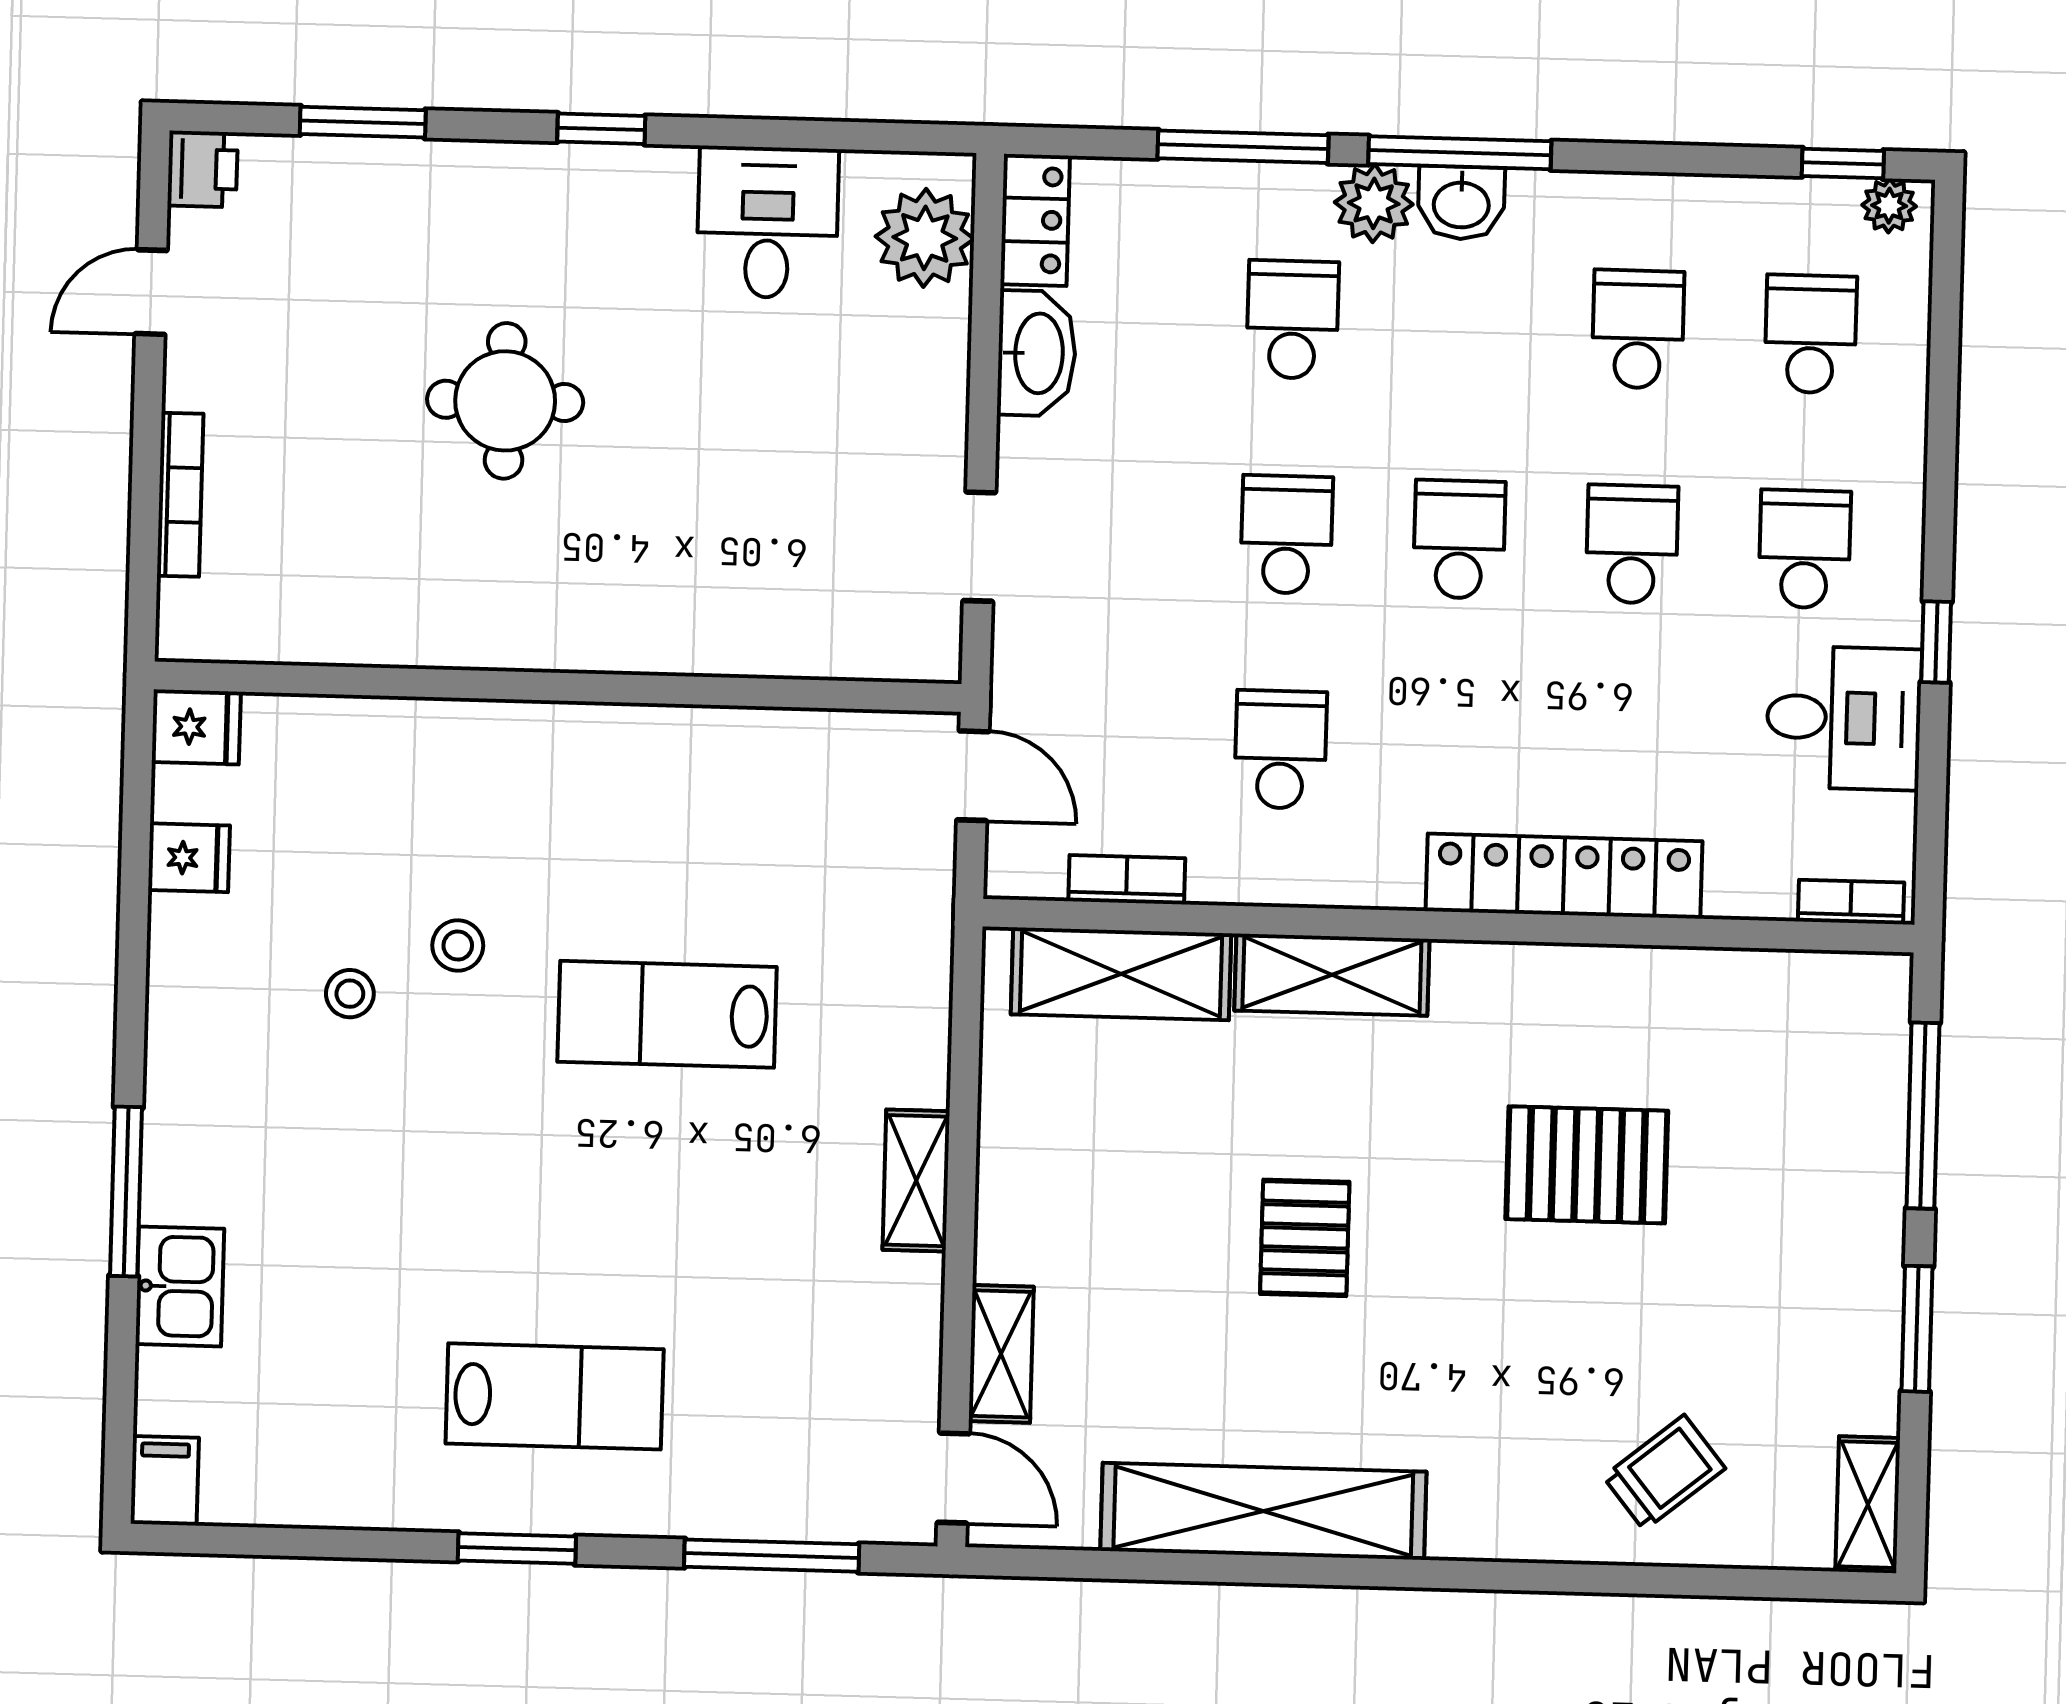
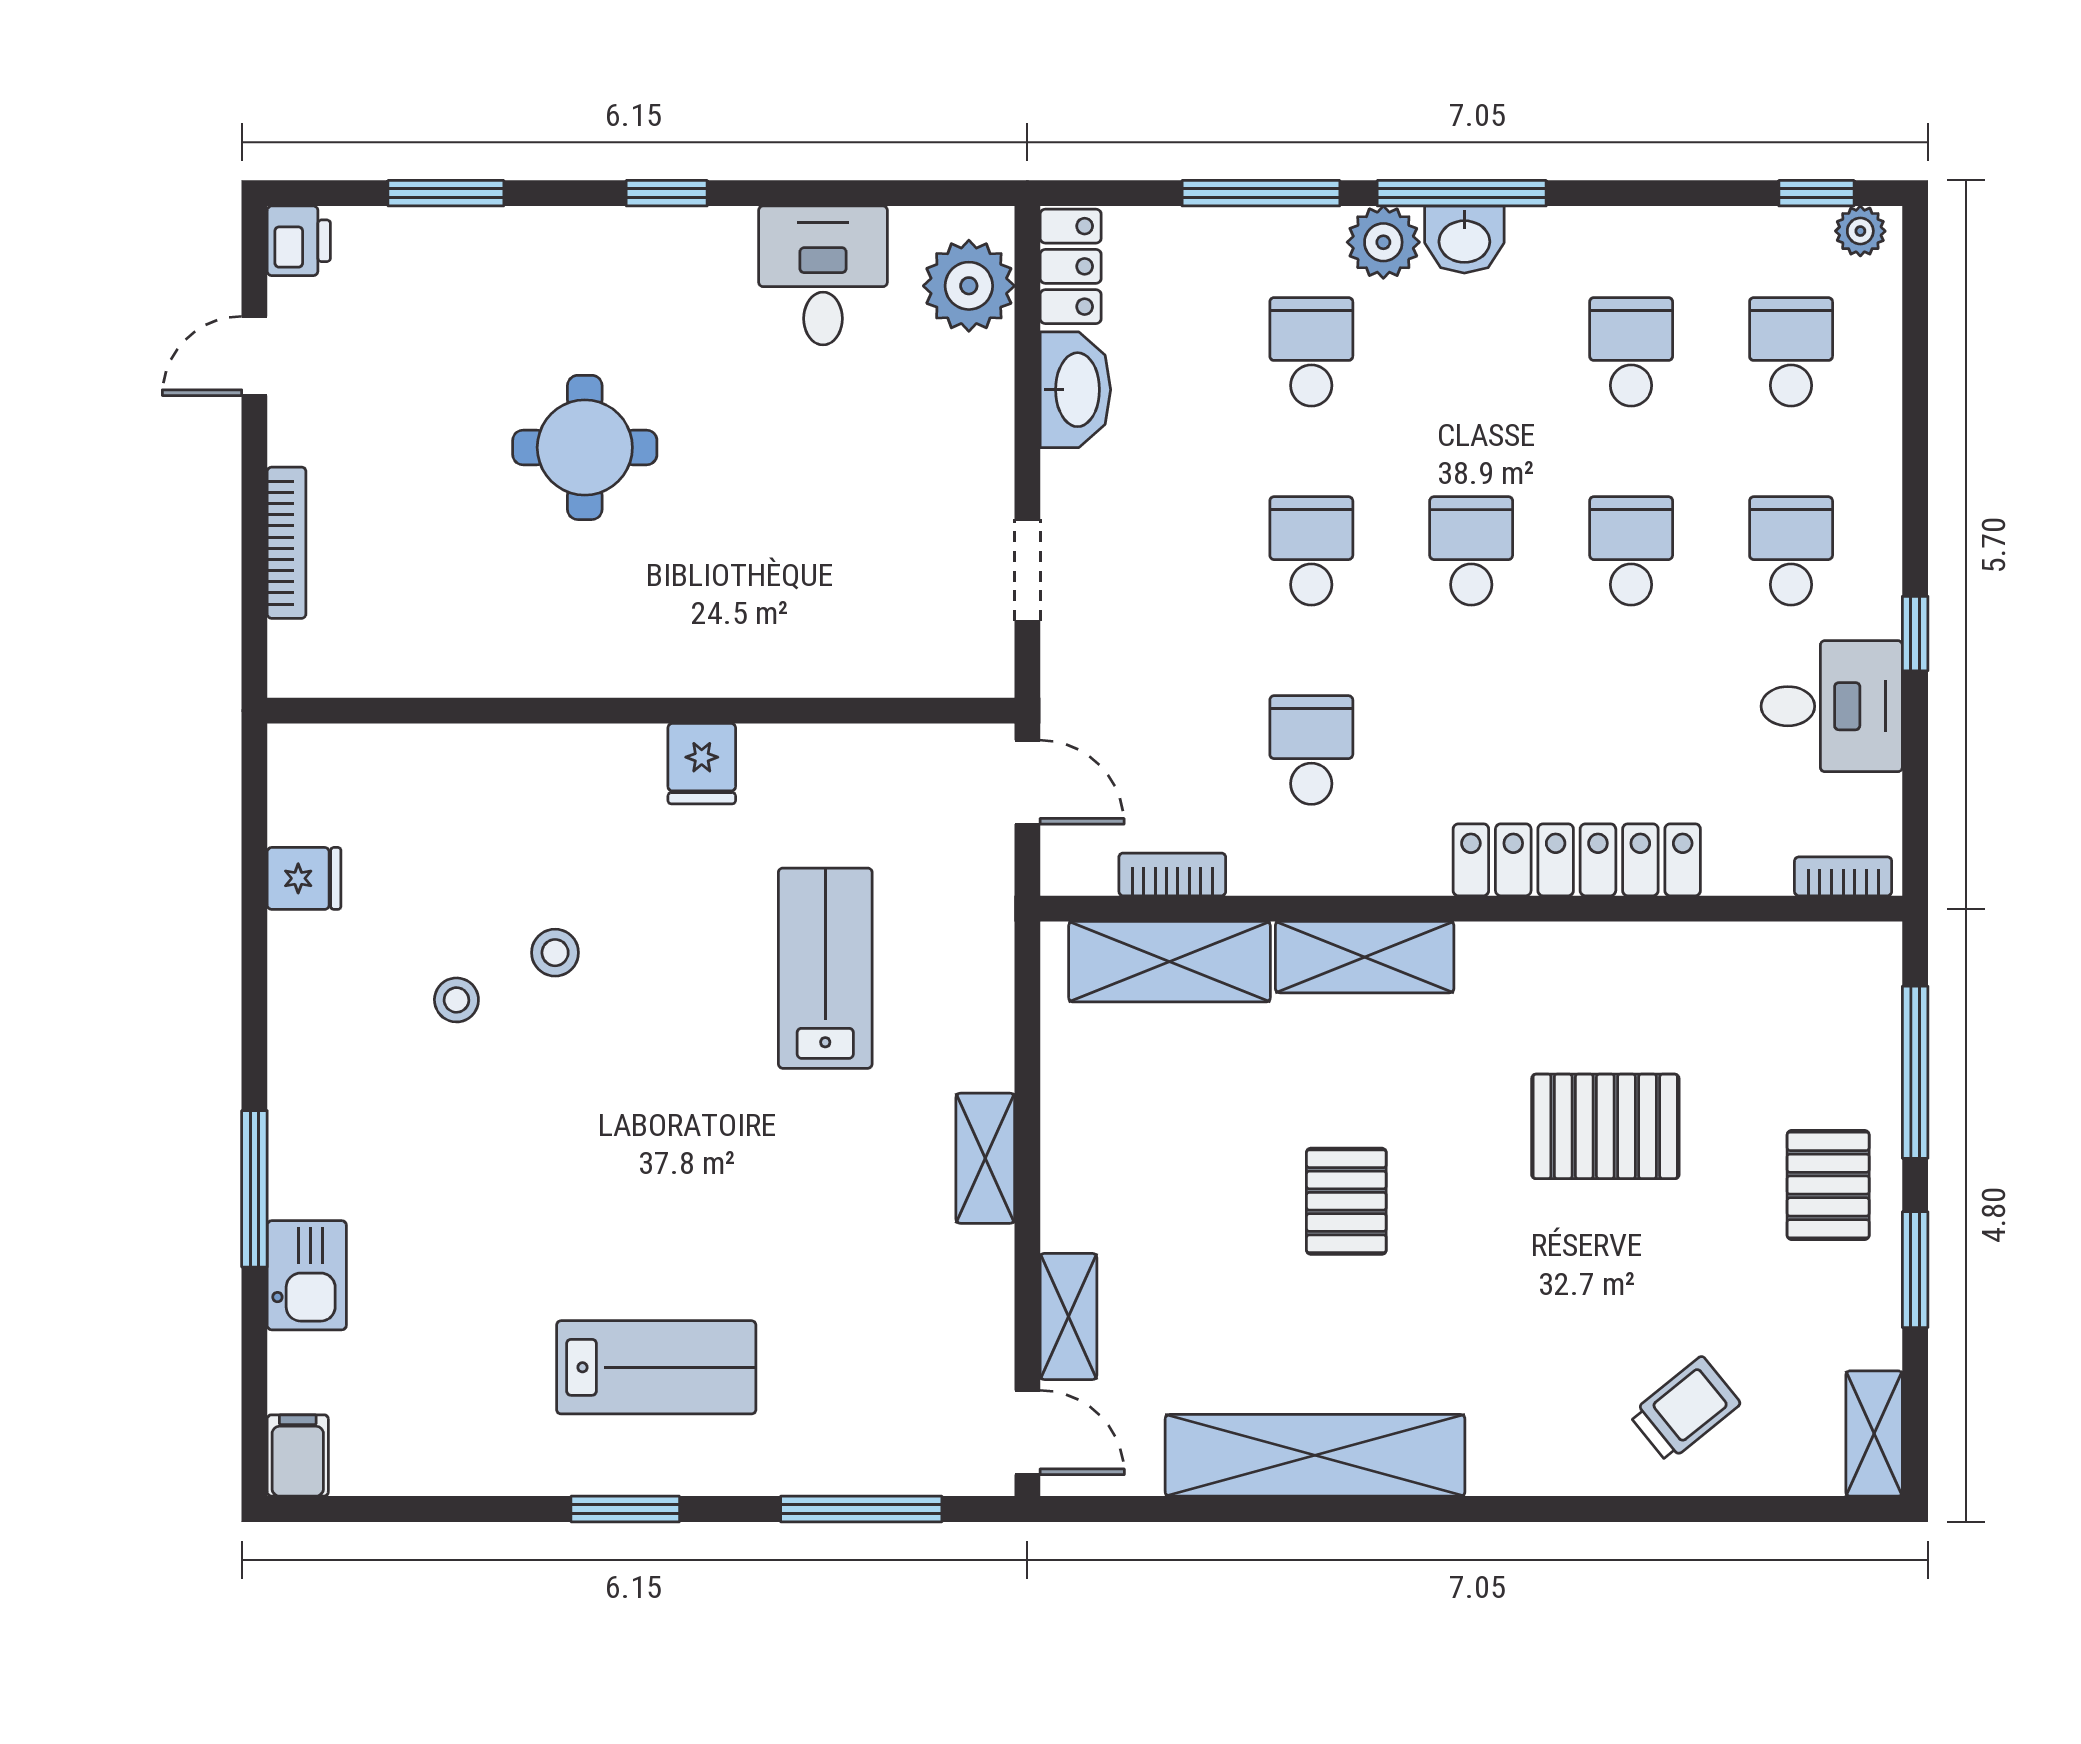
fridge: (196, 727) -> (702, 764), moved, turned 90
lab bench: (667, 1014) -> (825, 968), moved, turned 90
pallet: (1826, 1235) -> (1828, 1185), added

